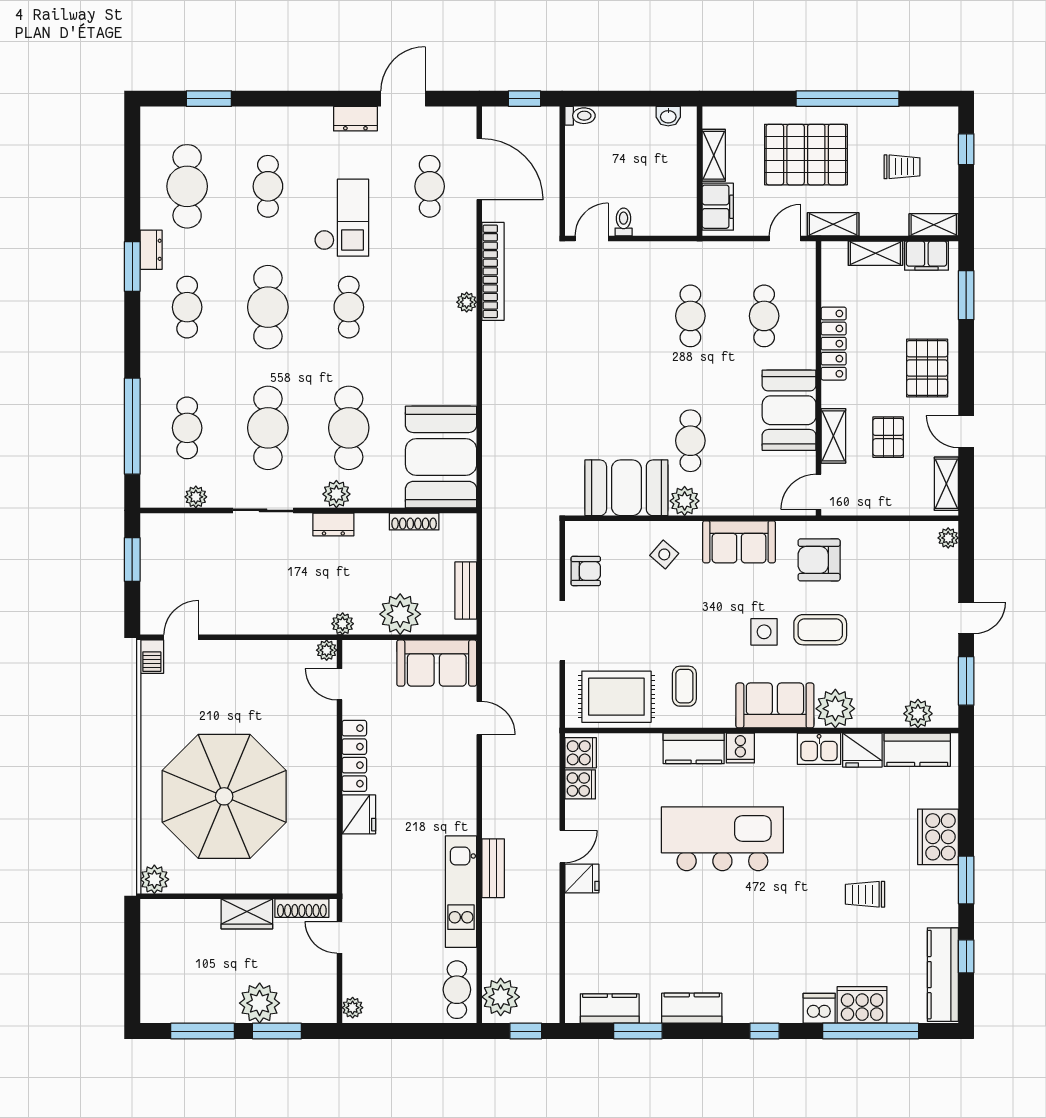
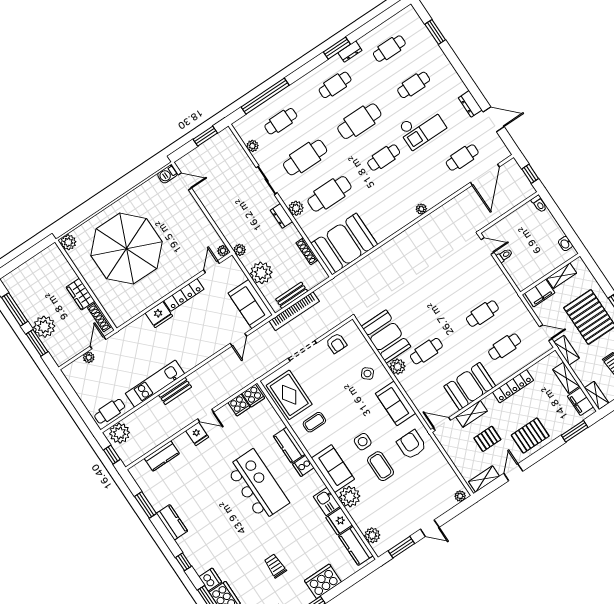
cafe table: (187, 186) -> (389, 49), width x0.73, depth x0.74
bookcase: (493, 271) -> (294, 311), moved
plant: (353, 1008) -> (89, 357), moved
kitchen counter: (610, 1009) -> (162, 456), moved, turned 90

